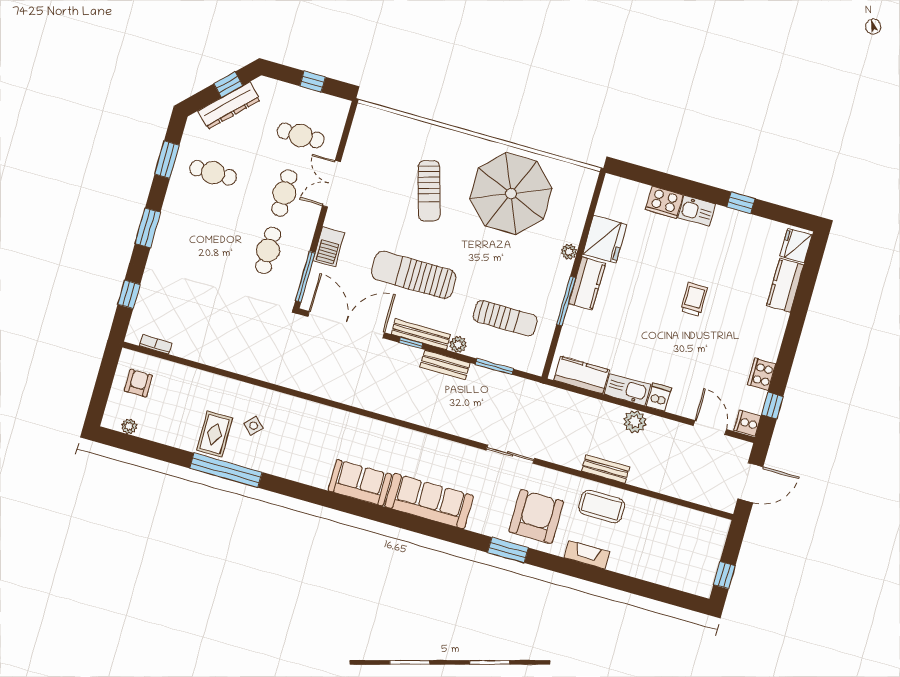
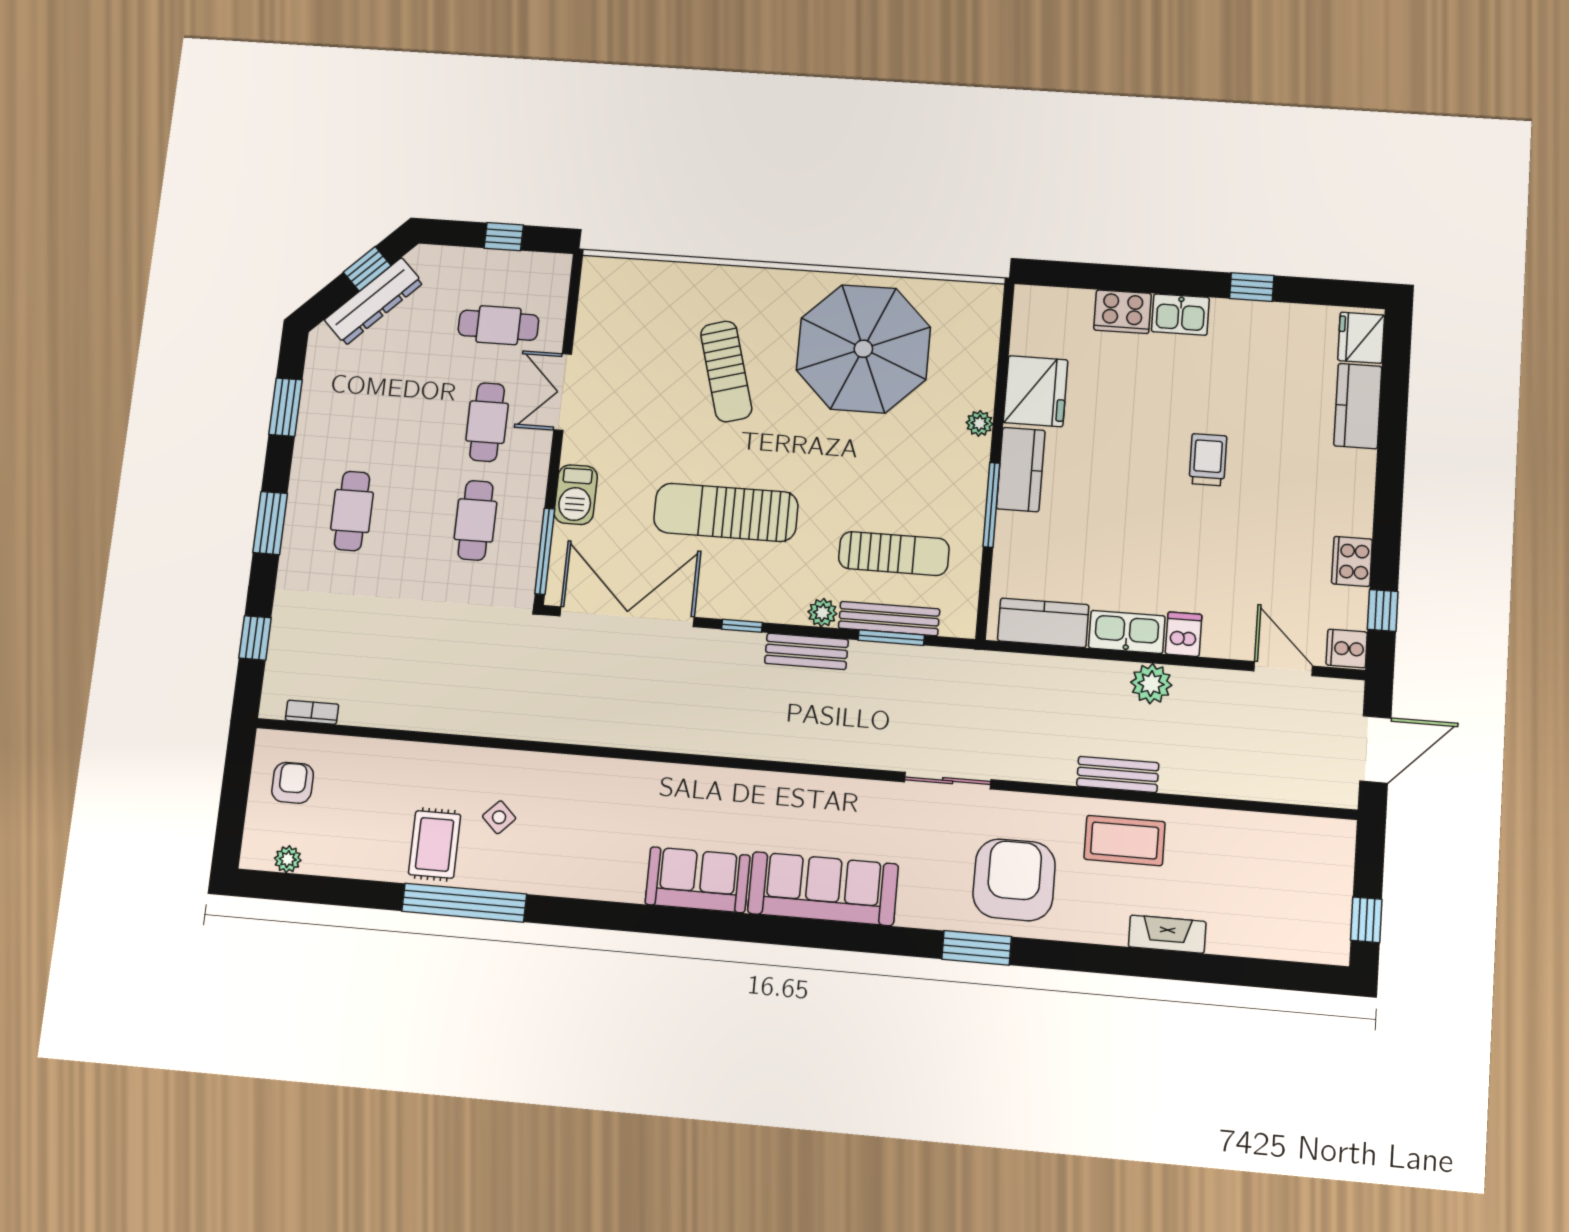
cafe table: (213, 173) -> (352, 511), moved, turned 90
bench: (421, 334) -> (889, 619), moved
fireplace: (587, 555) -> (1167, 934), moved

